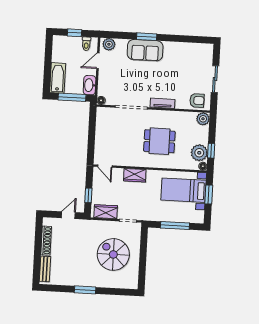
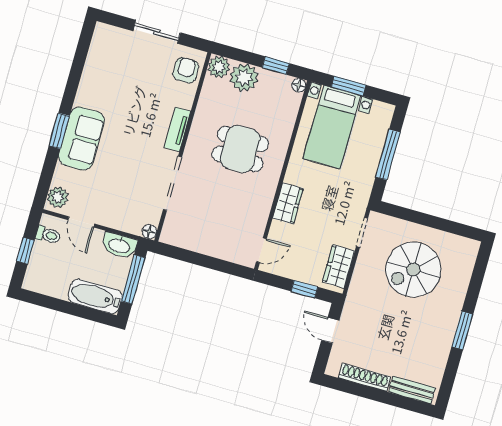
dining table: (159, 141) -> (240, 149), turned 90
plant: (199, 153) -> (244, 78), moved

